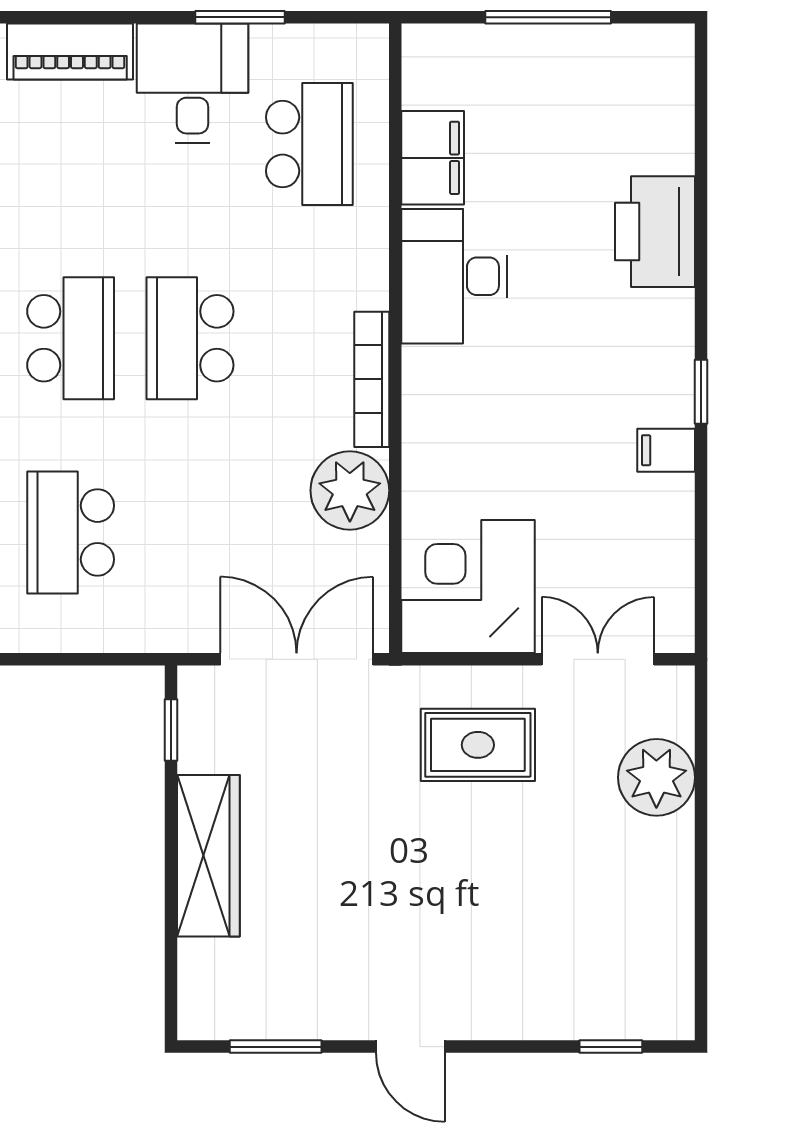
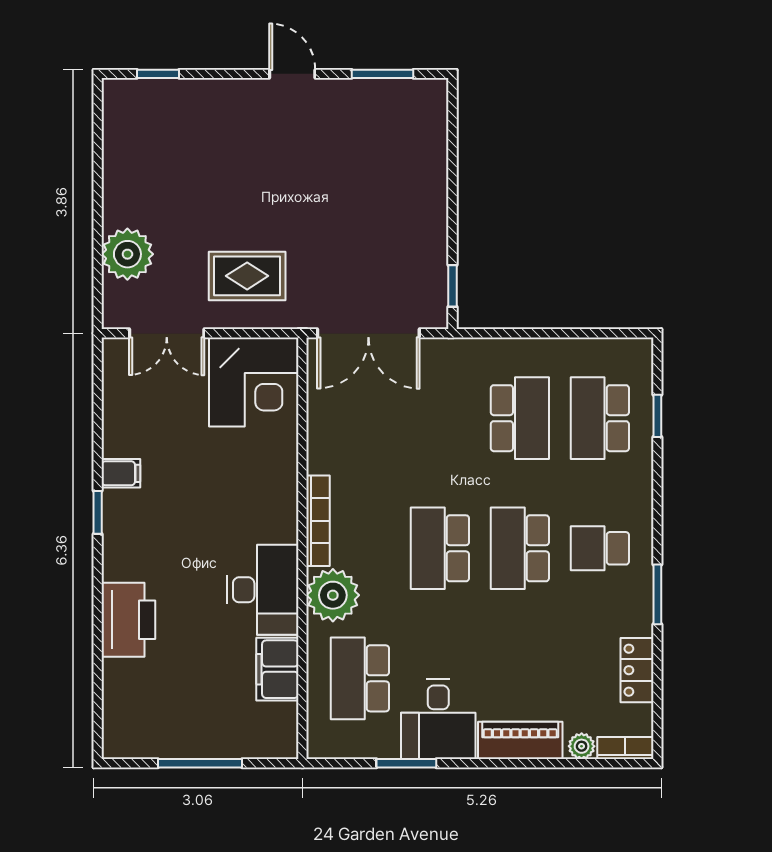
school desk: (190, 338) -> (440, 548), turned 180
plant: (350, 490) -> (333, 595), moved
wardrobe: (208, 856) -> (428, 202), removed

